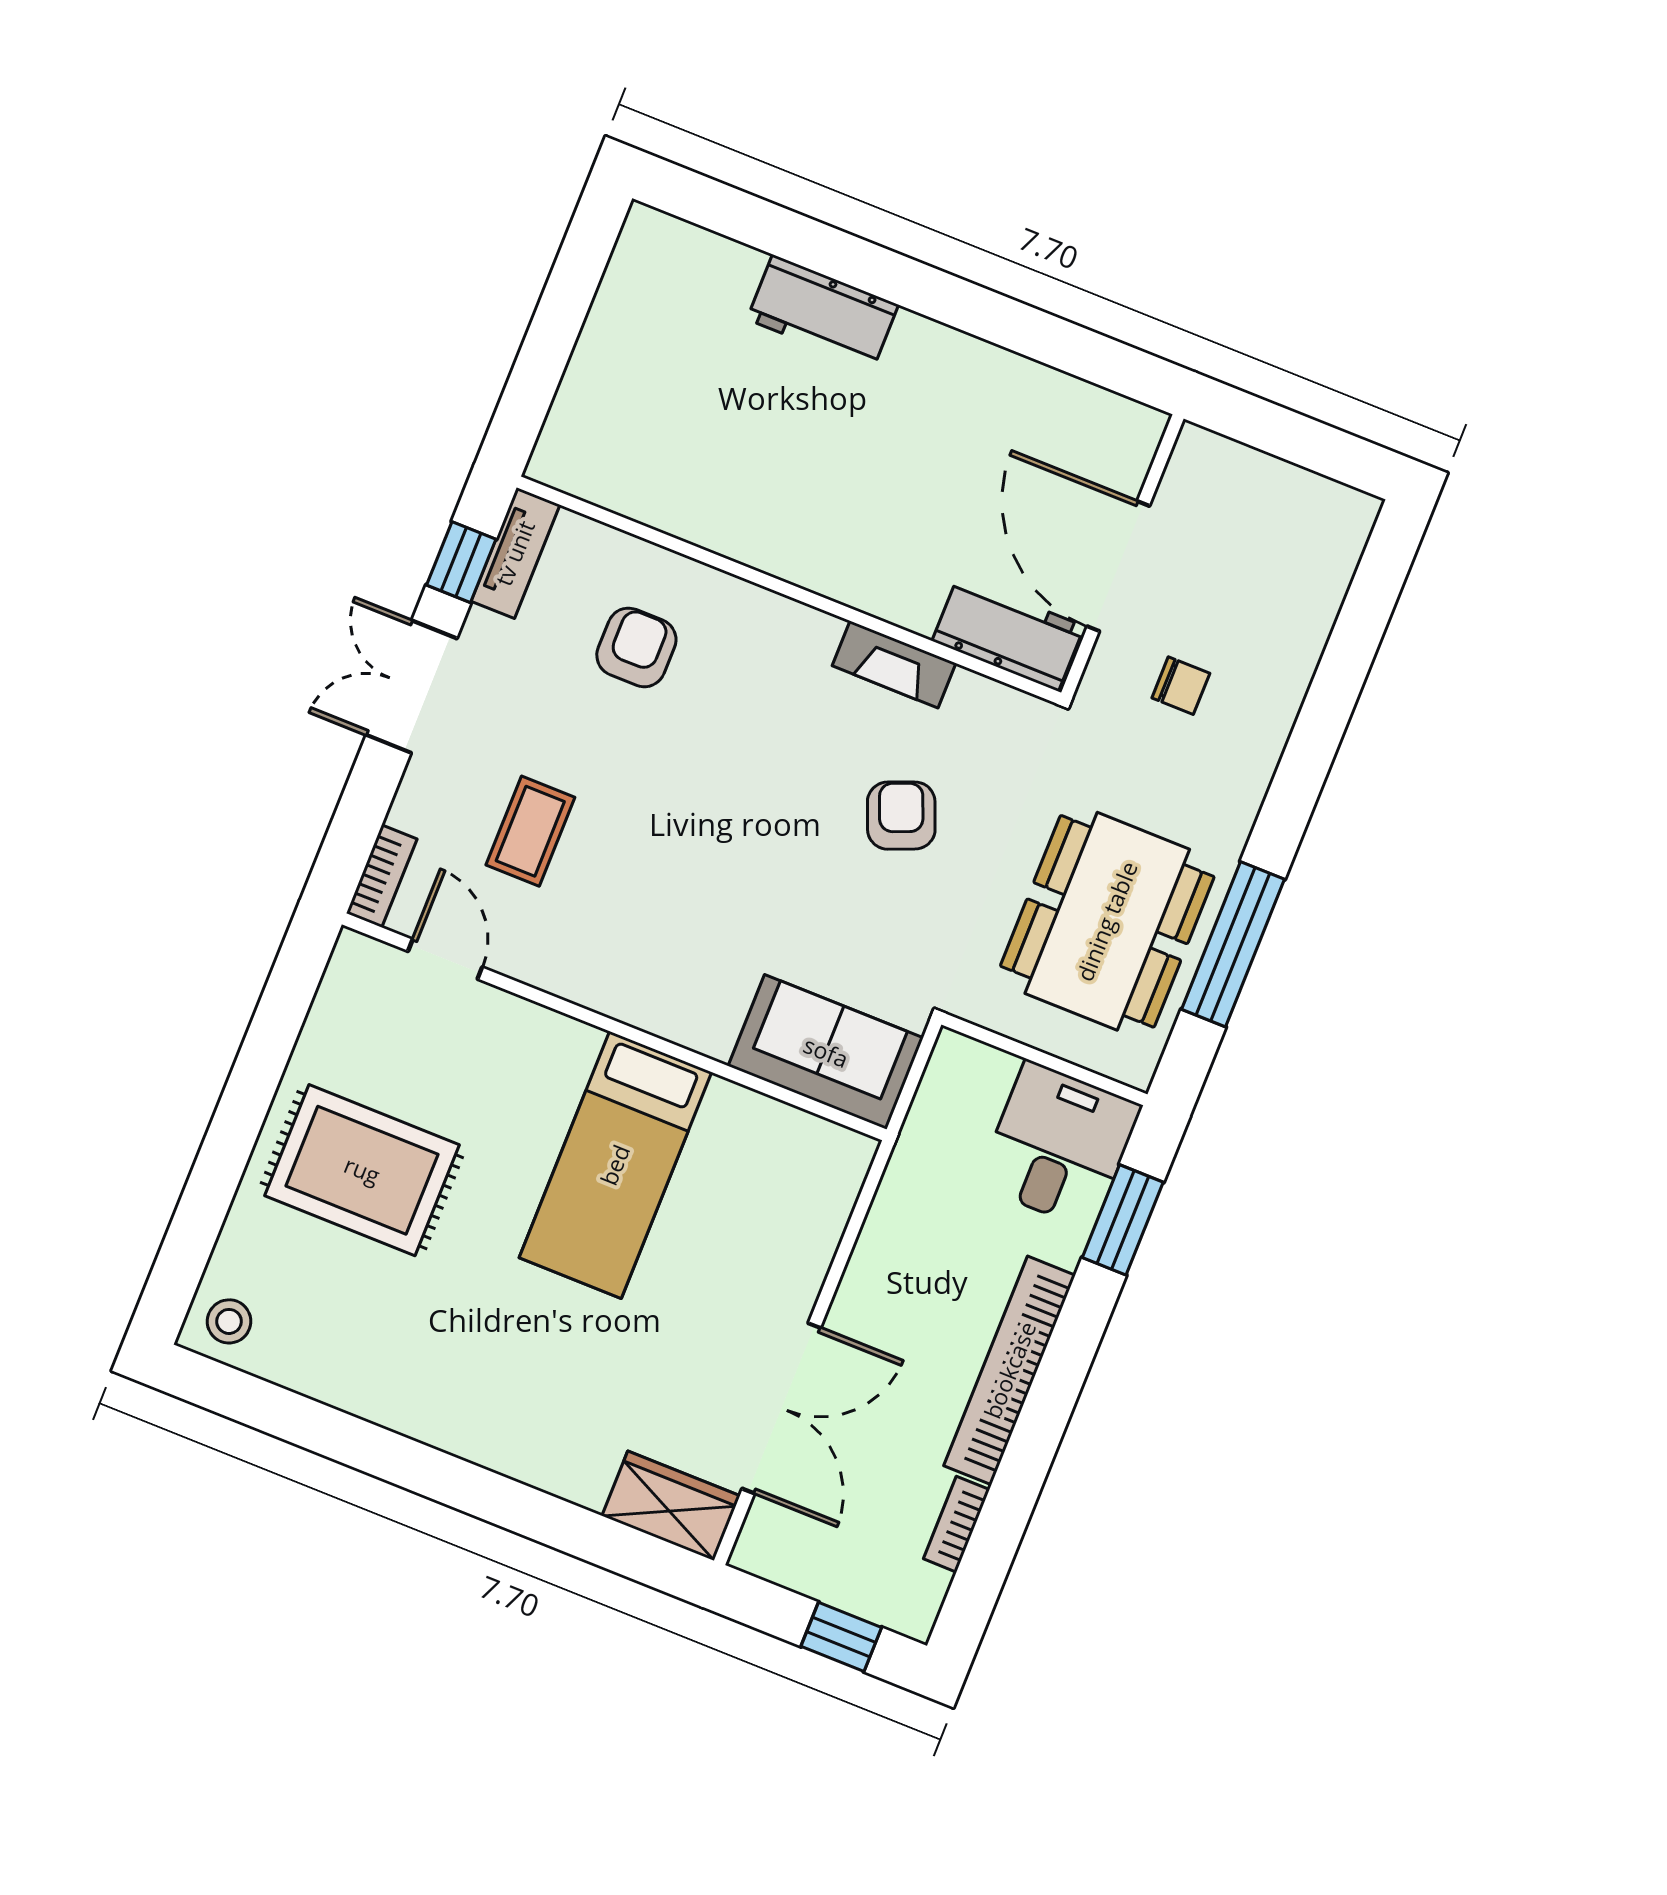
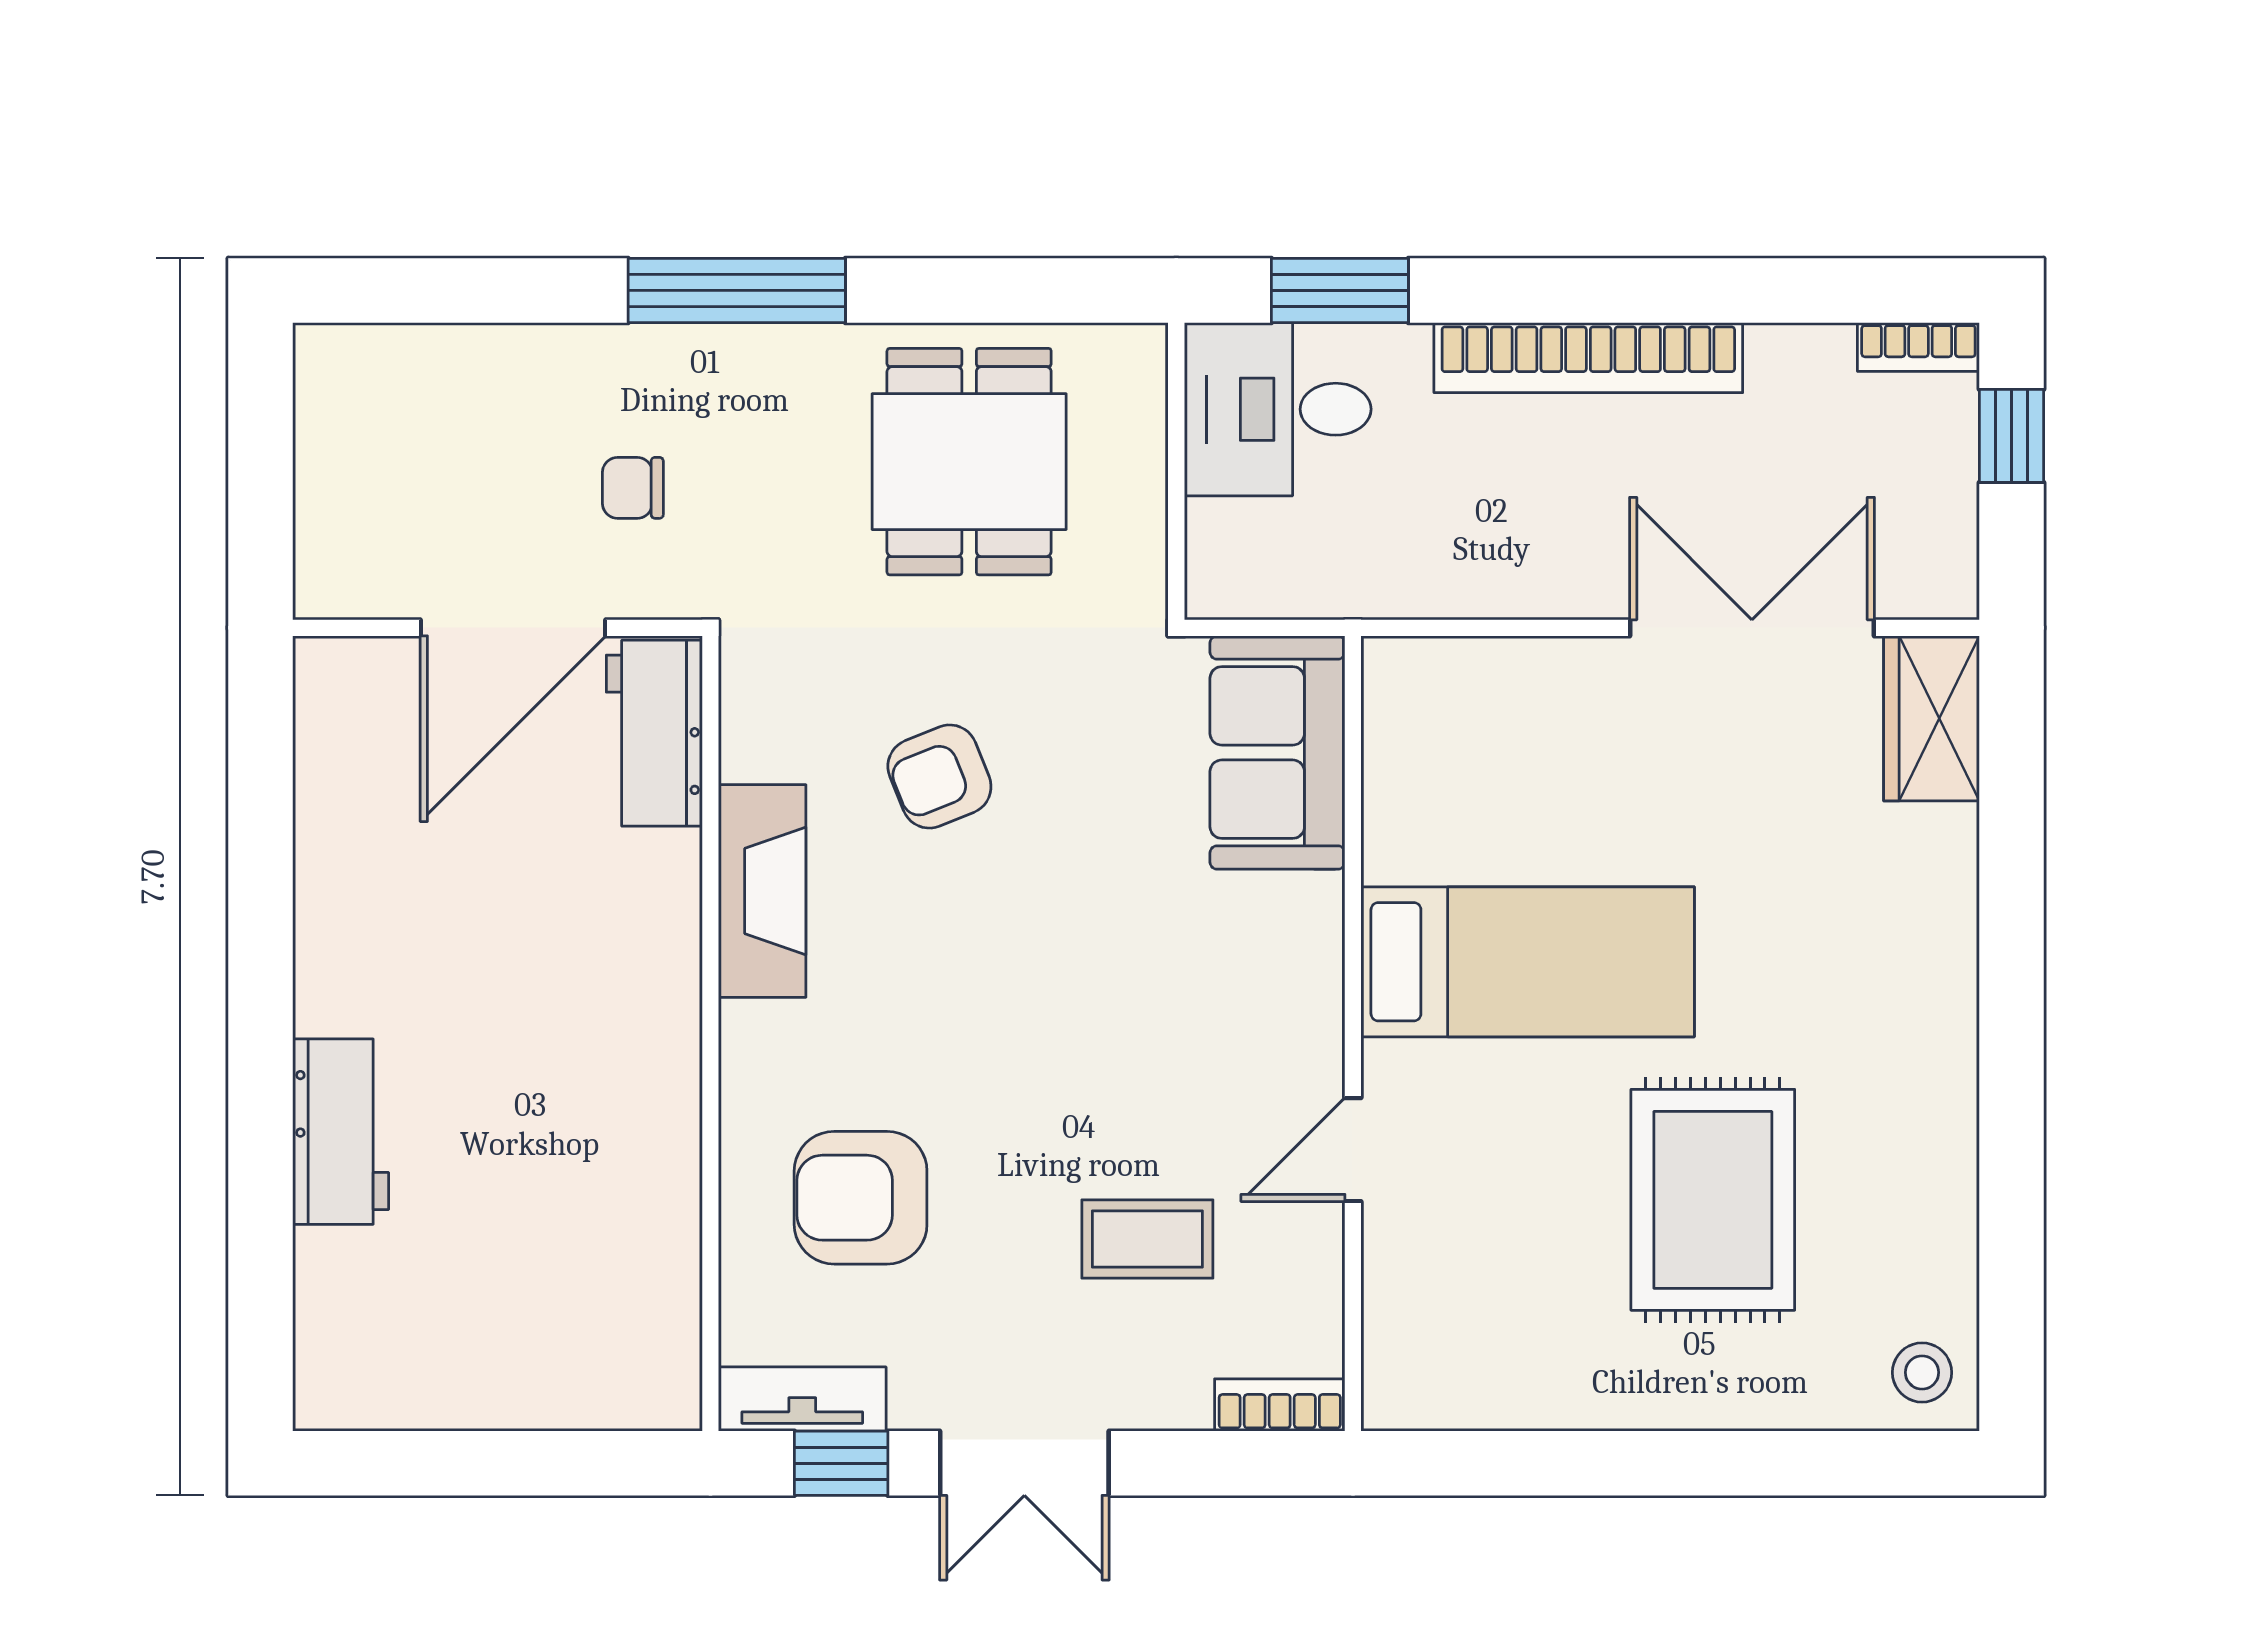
armchair: (636, 647) -> (861, 1198), width x1.38, depth x1.38
fireplace: (894, 665) -> (762, 891), width x1.37, depth x1.32
chair: (1181, 686) -> (633, 488), turned -90
dining table: (1107, 921) -> (969, 462), width x0.73
window: (1233, 944) -> (737, 290), moved
door: (445, 959) -> (1353, 1150), moved
rug: (362, 1170) -> (1713, 1200), moved
bookcase: (956, 1524) -> (1918, 347), moved

